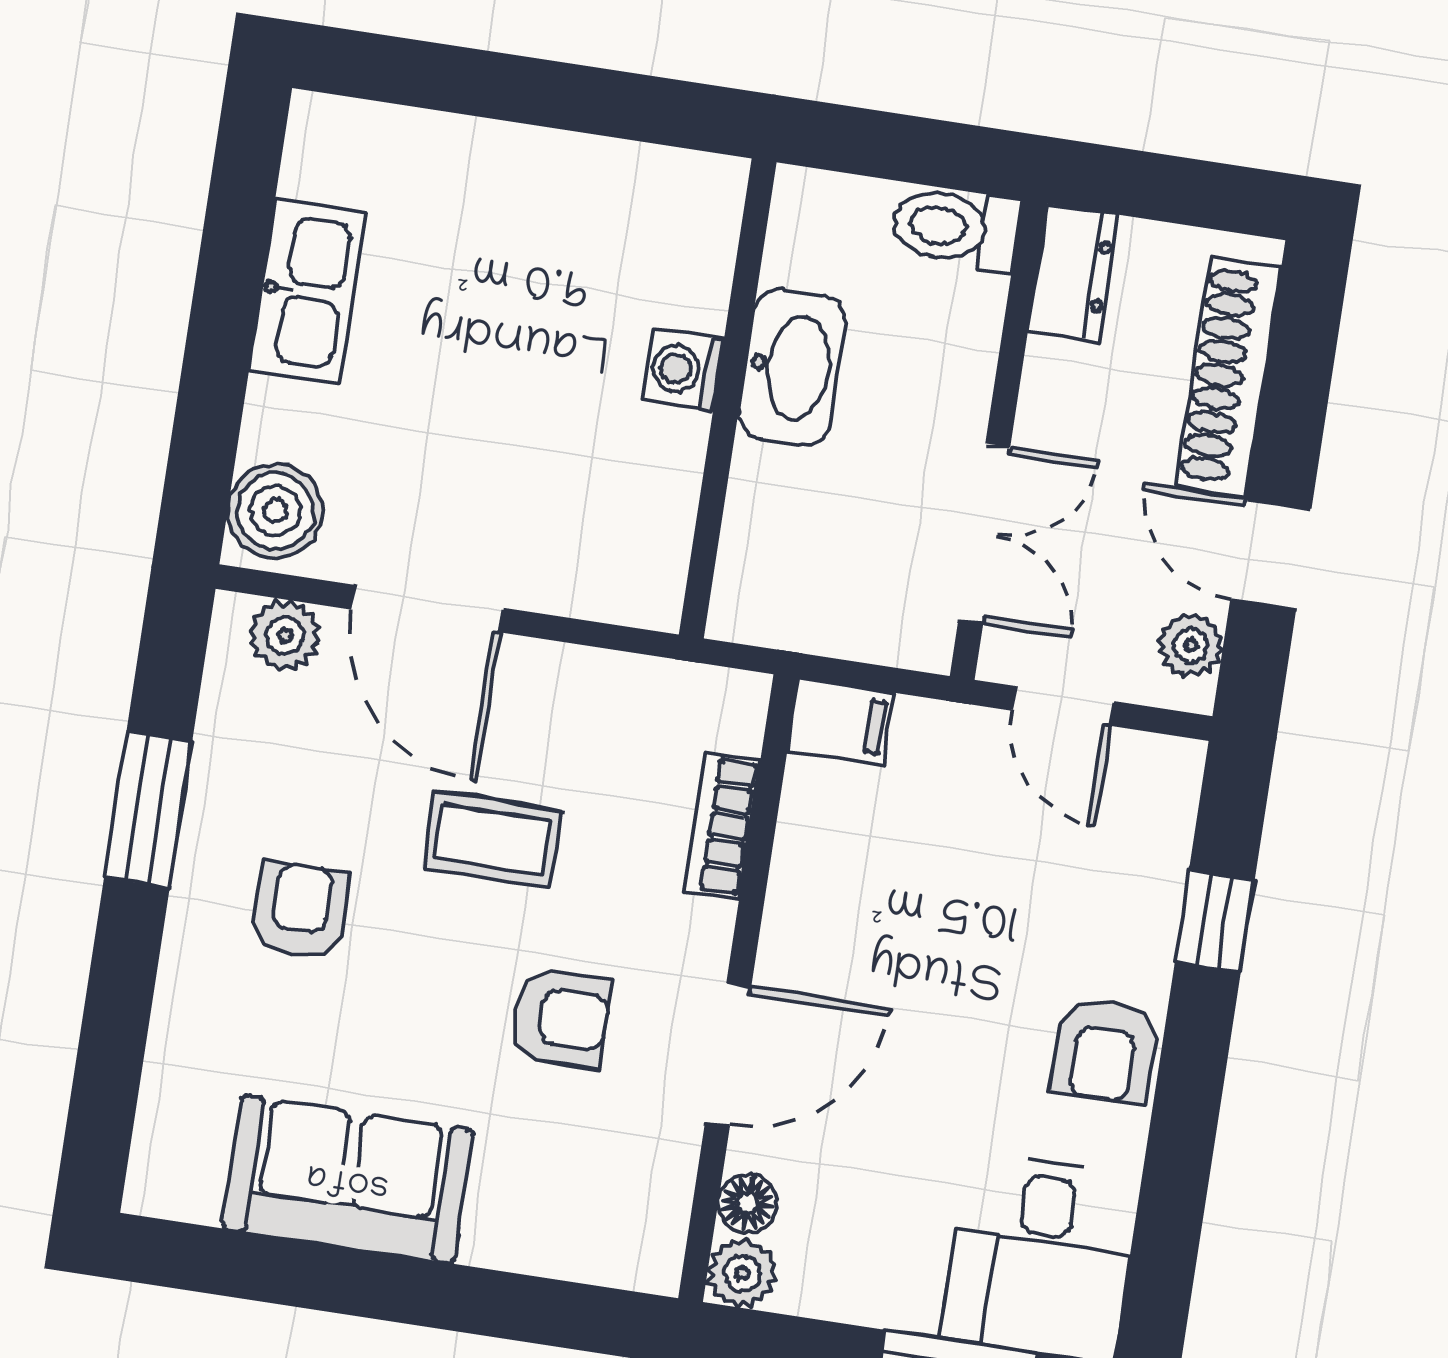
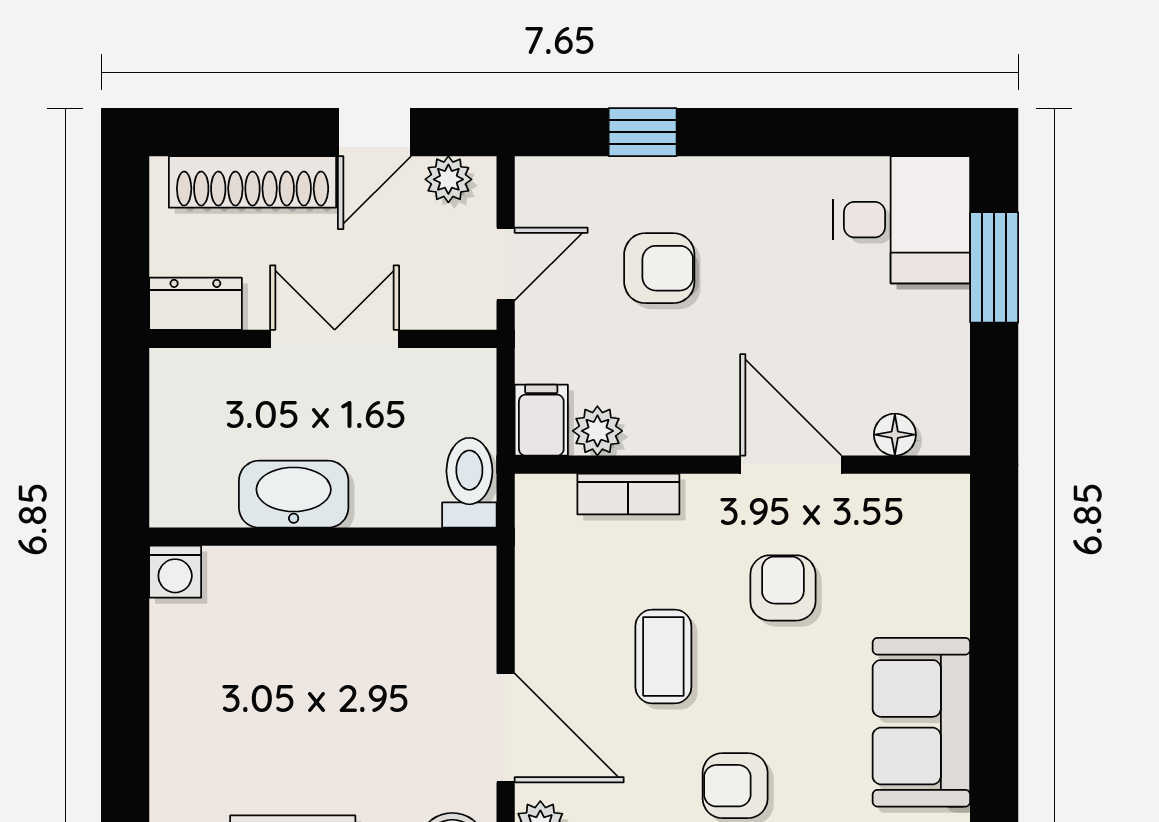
toilet: (955, 228) -> (469, 483), moved, turned 180
washing machine: (683, 370) -> (175, 572), moved
double door: (984, 534) -> (335, 339), moved
door: (427, 609) -> (506, 728), hinge flipped
armchair: (1105, 1051) -> (659, 268), moved
plant: (742, 1273) -> (597, 431), moved

